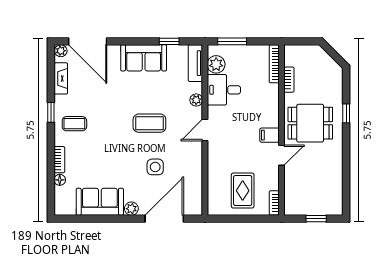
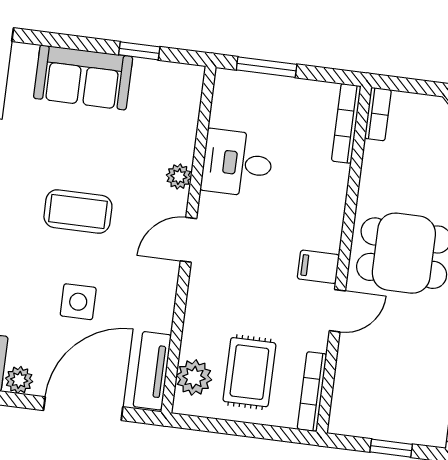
tv unit: (195, 63) -> (152, 371), moved
plant: (216, 64) -> (194, 377), moved
bookcase: (289, 80) -> (378, 114), moved
bookcase: (274, 203) -> (312, 392), width x1.56

